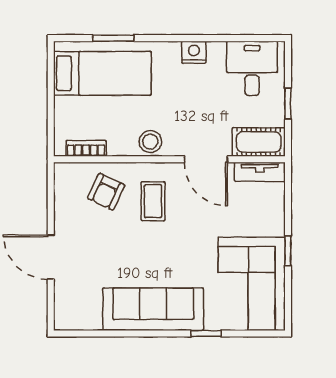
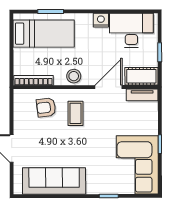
desk: (252, 68) -> (131, 30), width x1.37
bookcase: (86, 148) -> (34, 80), width x1.56
door: (206, 159) -> (108, 87), swing flipped
armchair: (106, 192) -> (46, 107), turned 58
sofa: (153, 309) -> (54, 181), moved

